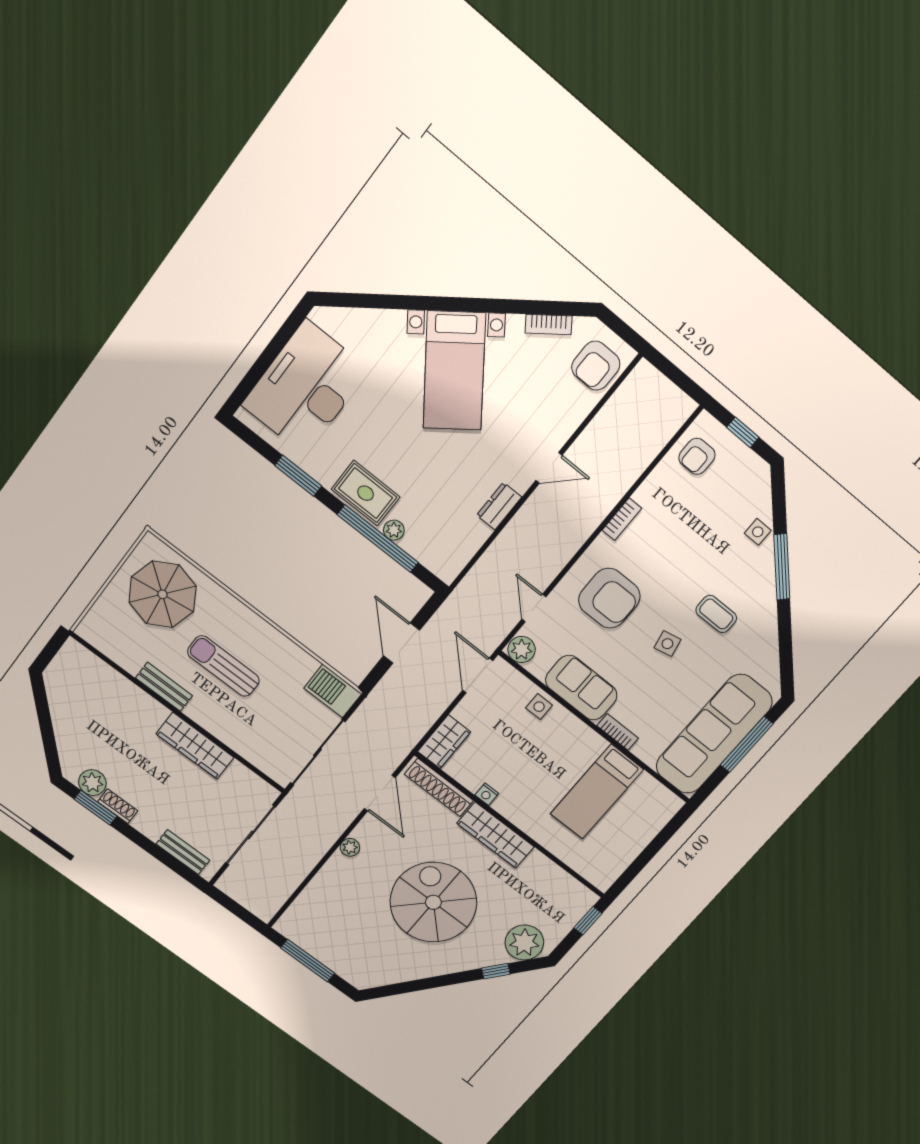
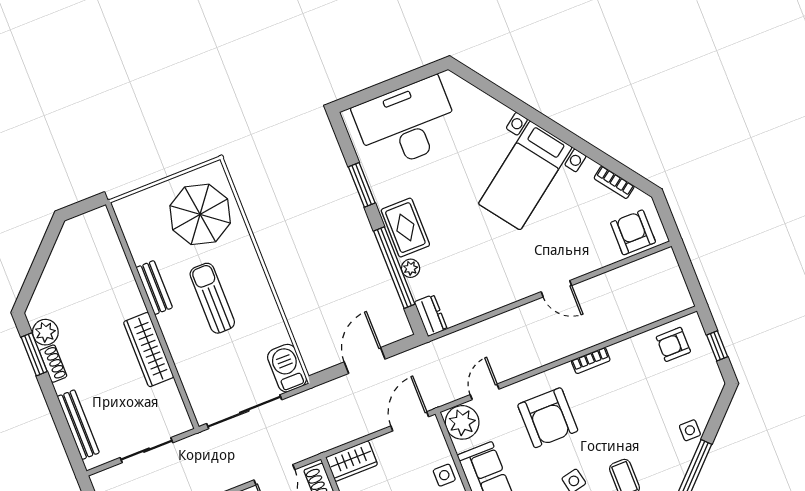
armchair: (596, 366) -> (633, 232), turned 90
dresser: (499, 506) -> (431, 315), moved, turned 90
plant: (522, 650) -> (462, 422), width x1.36, depth x1.36
sliding door: (250, 835) -> (147, 450), width x0.73
bench: (183, 852) -> (78, 425), width x1.36

